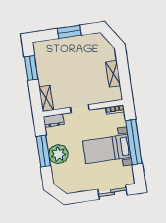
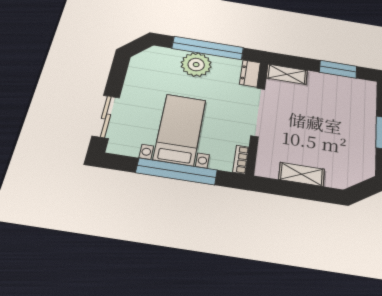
doorway: (80, 109) -> (258, 112), width x1.87
window: (43, 151) -> (208, 48), width x1.46

